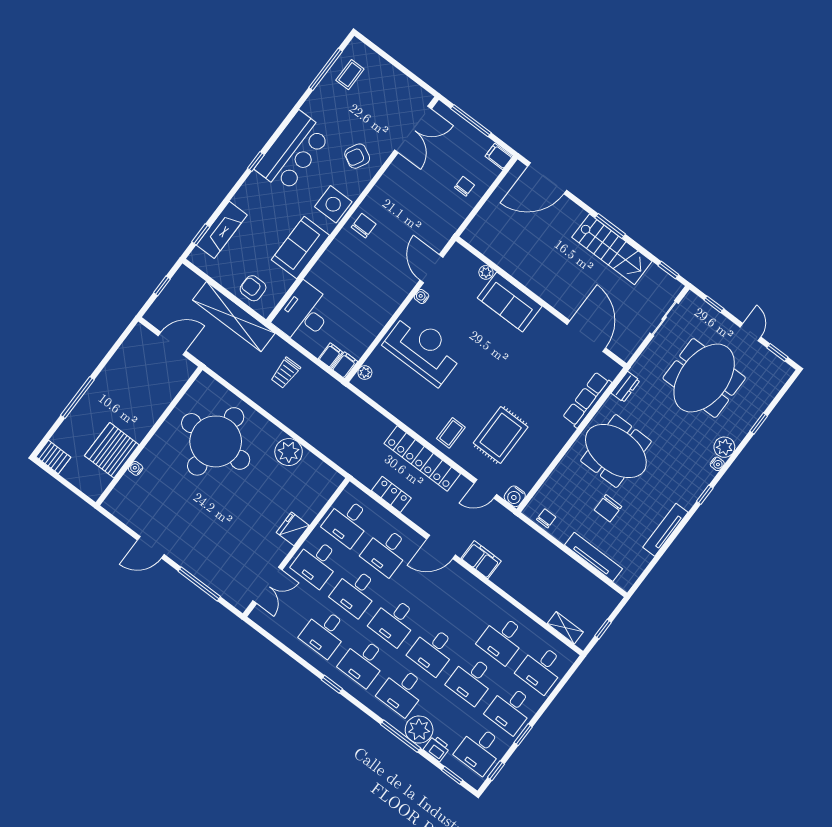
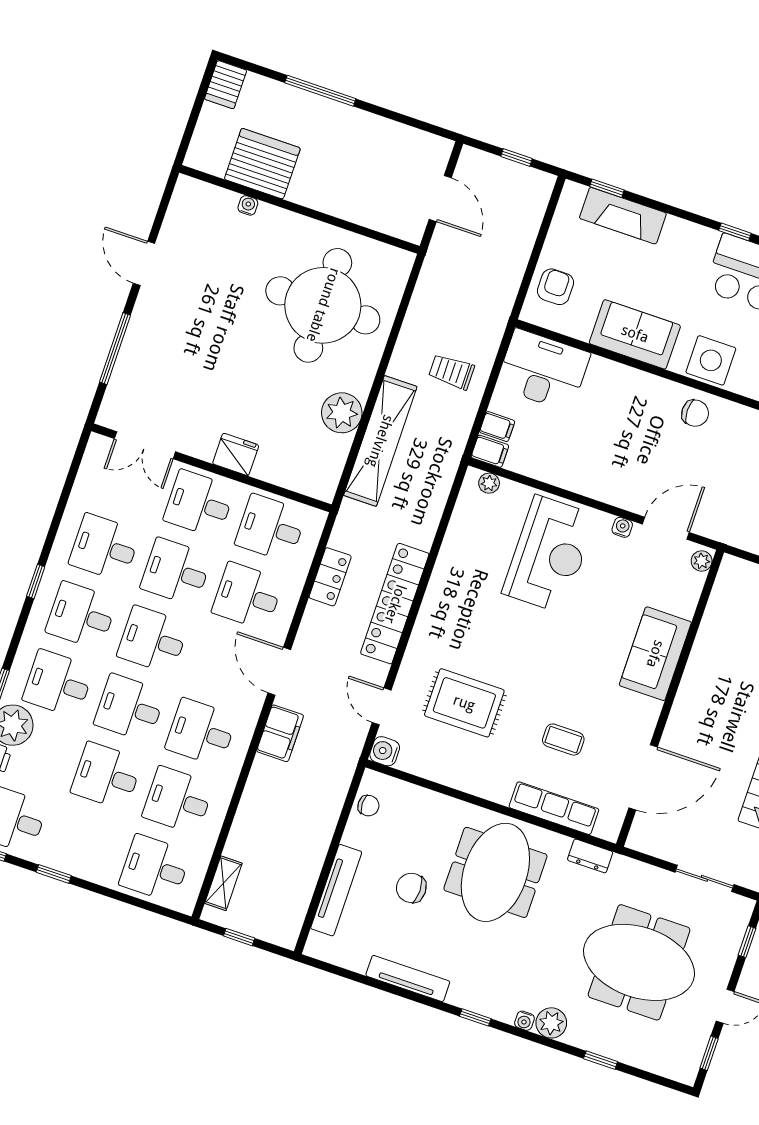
plant: (486, 272) -> (702, 561), moved
shelving: (234, 317) -> (380, 441), moved
coffee table: (451, 433) -> (563, 740), moved
desk: (510, 709) -> (201, 732), moved

